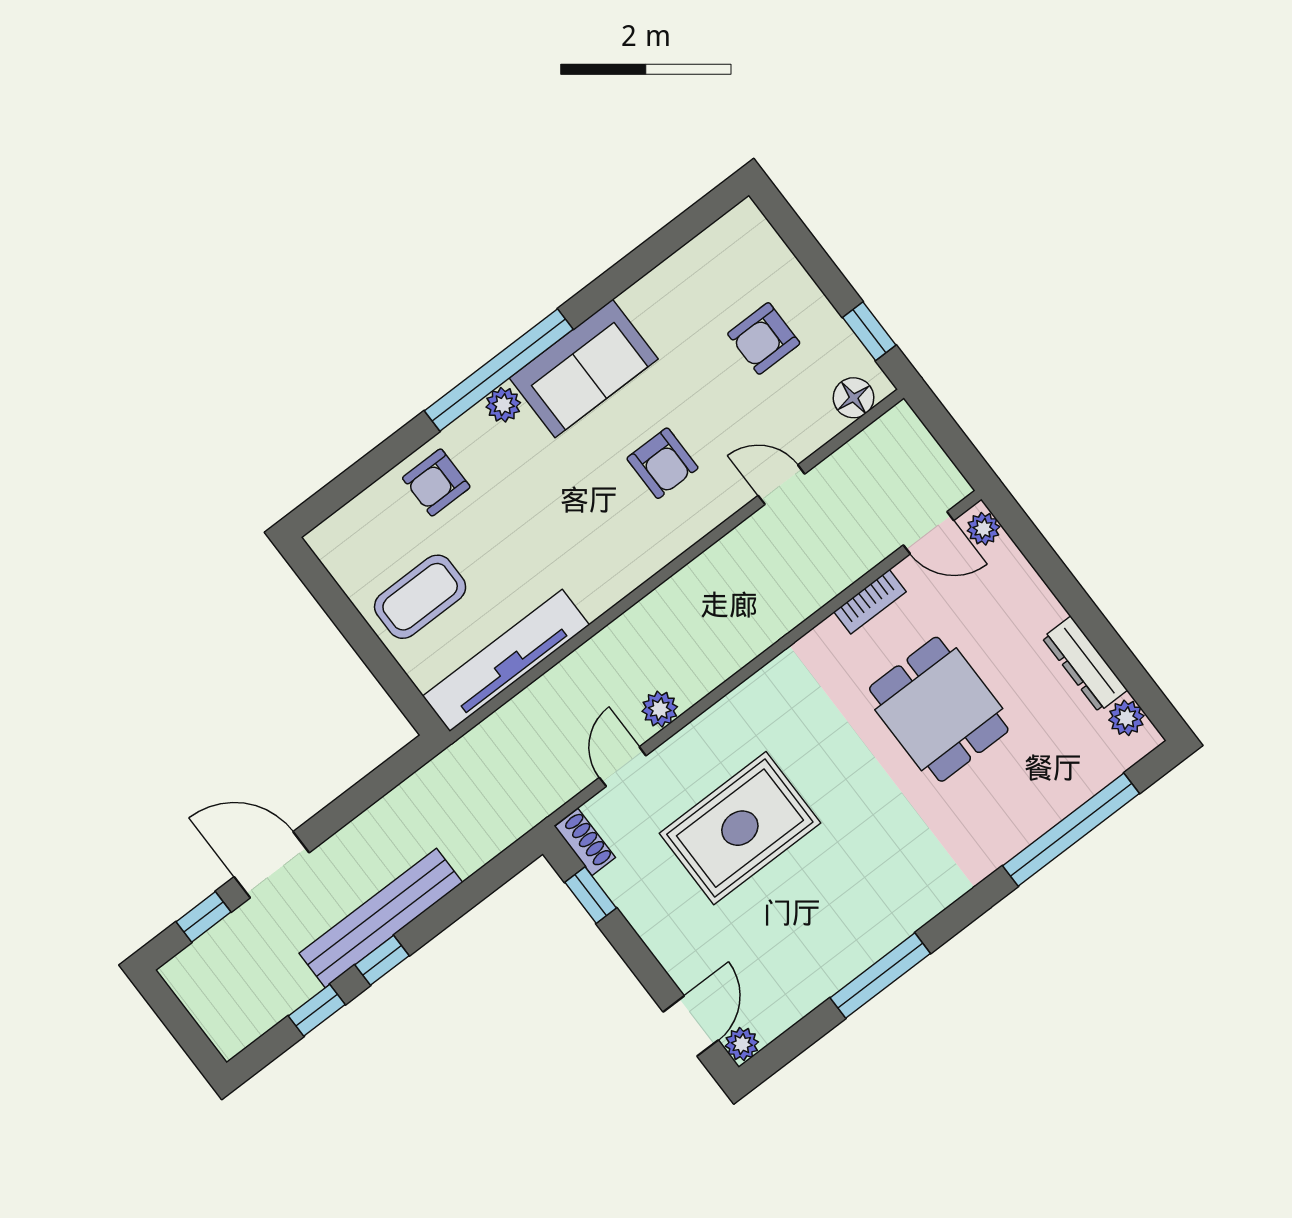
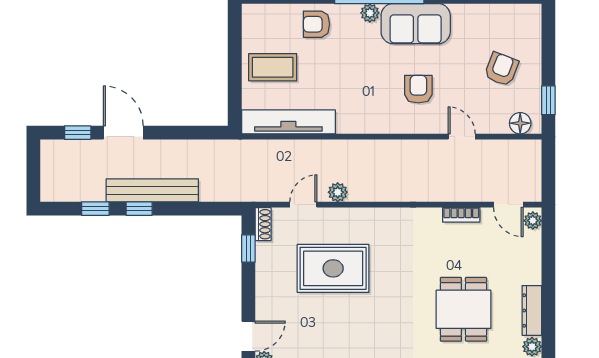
armchair: (764, 338) -> (501, 69), turned 111
armchair: (662, 463) -> (418, 89), turned 180
dining table: (939, 709) -> (463, 309), moved

